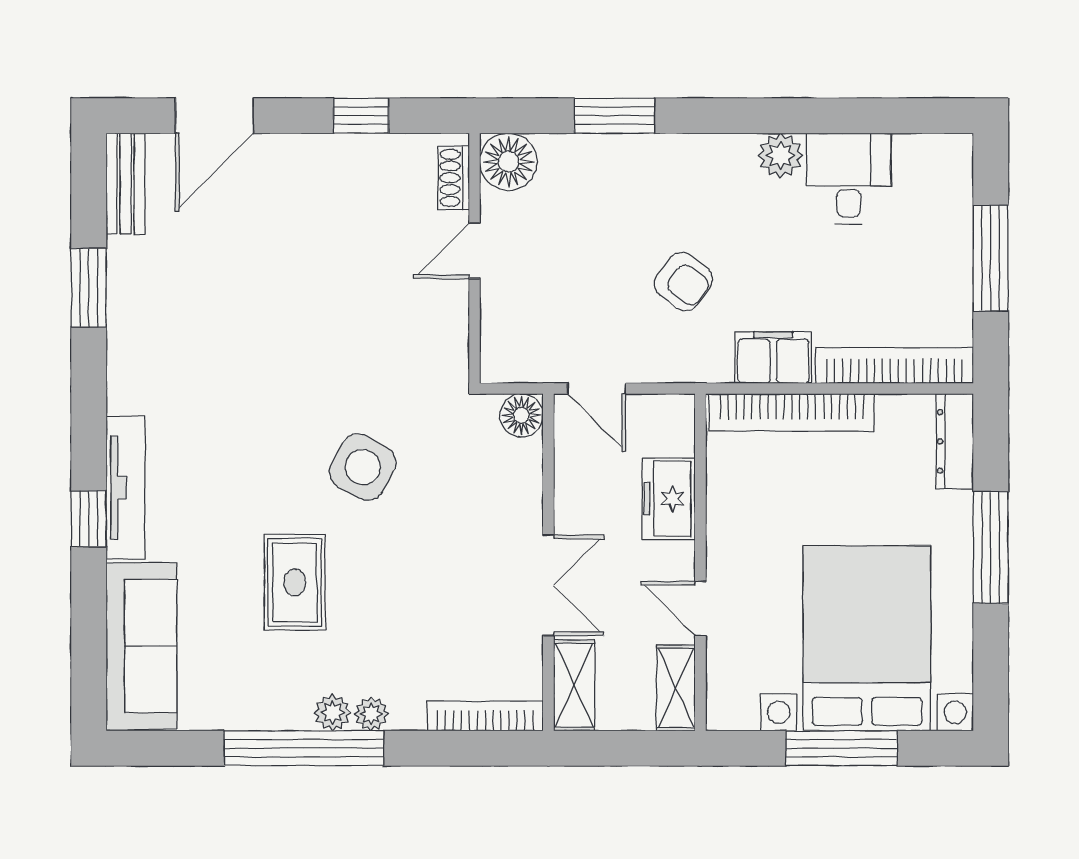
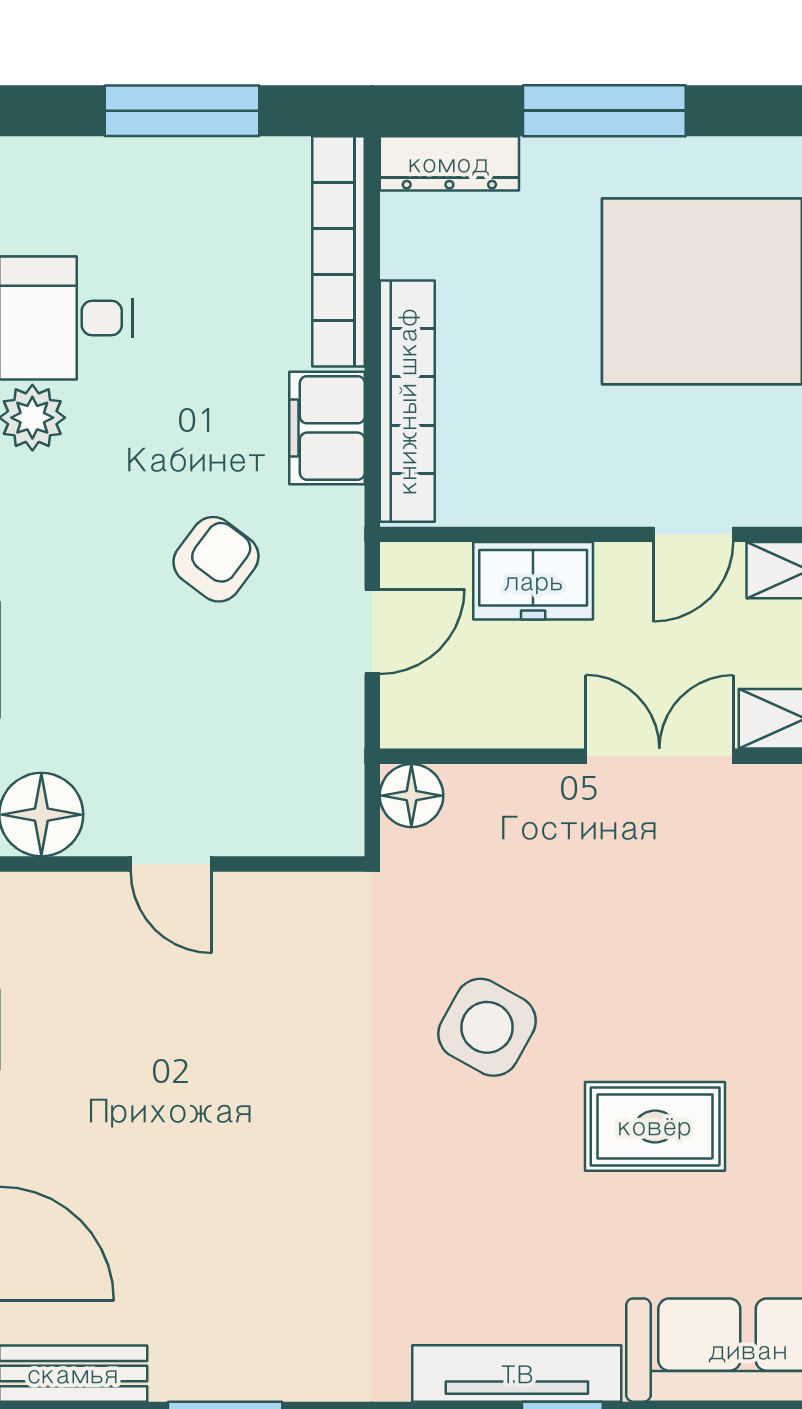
shoe rack: (454, 178) -> (65, 894), removed
door: (596, 389) -> (372, 631), moved

